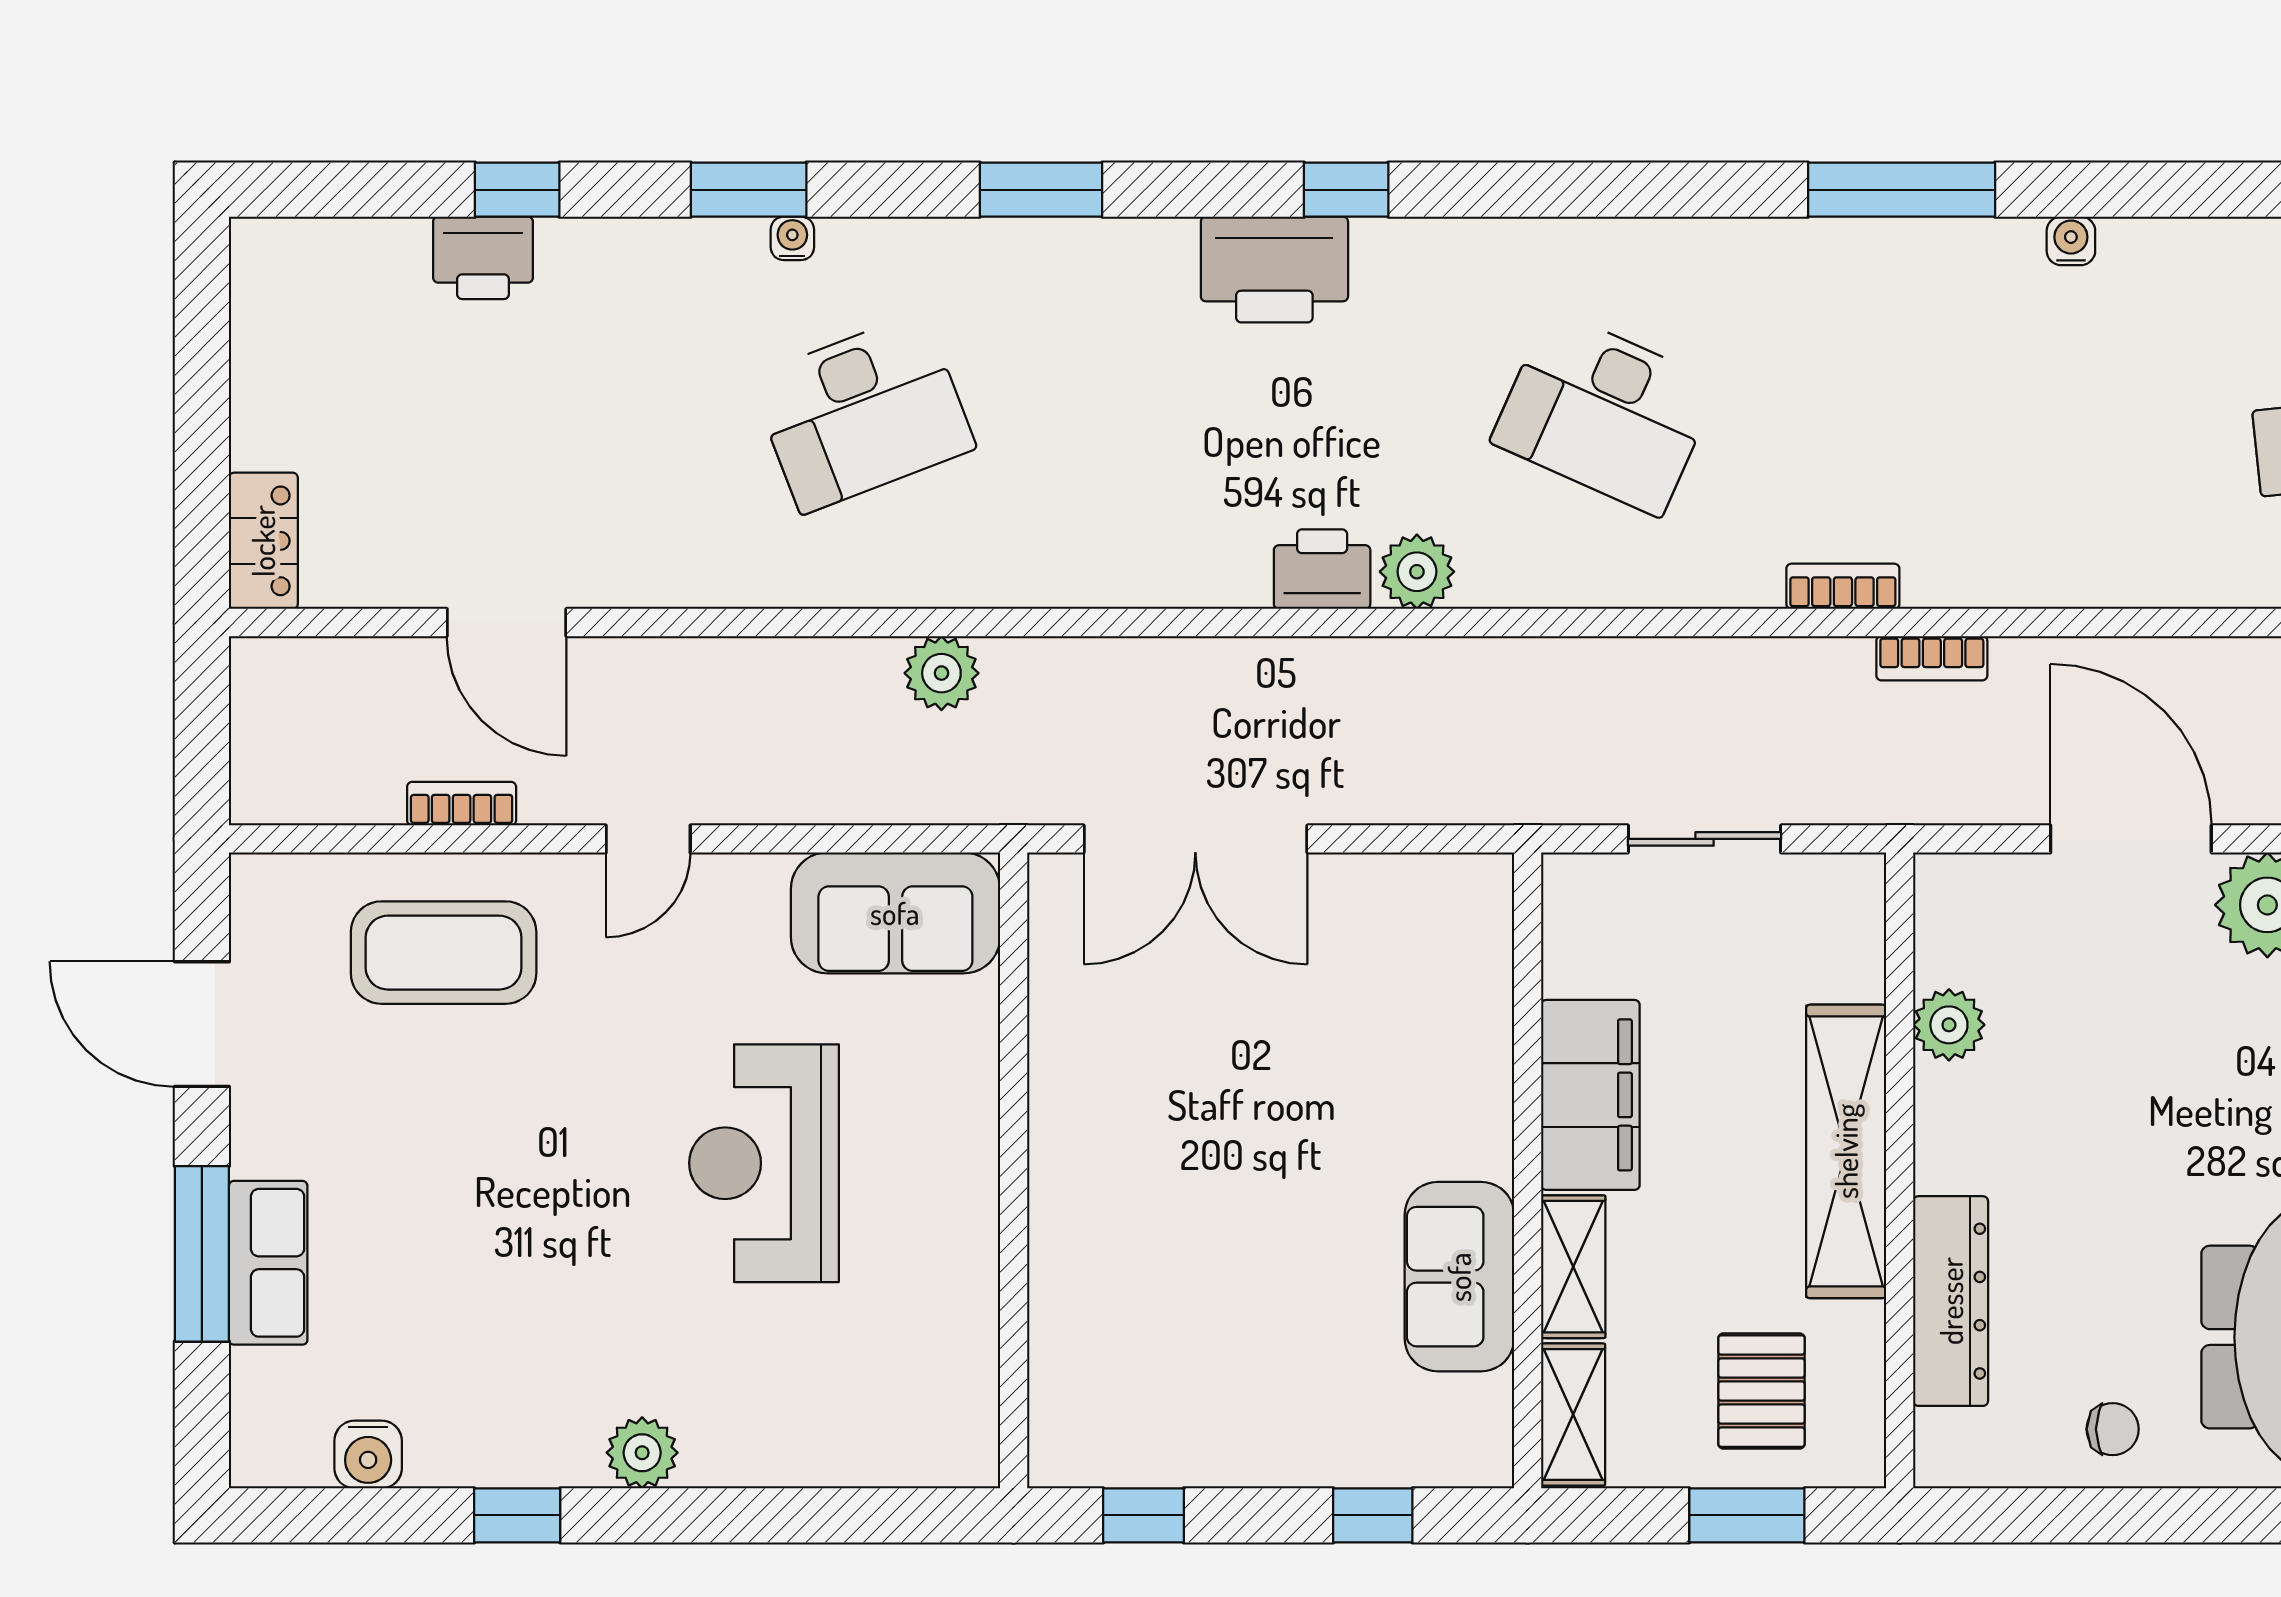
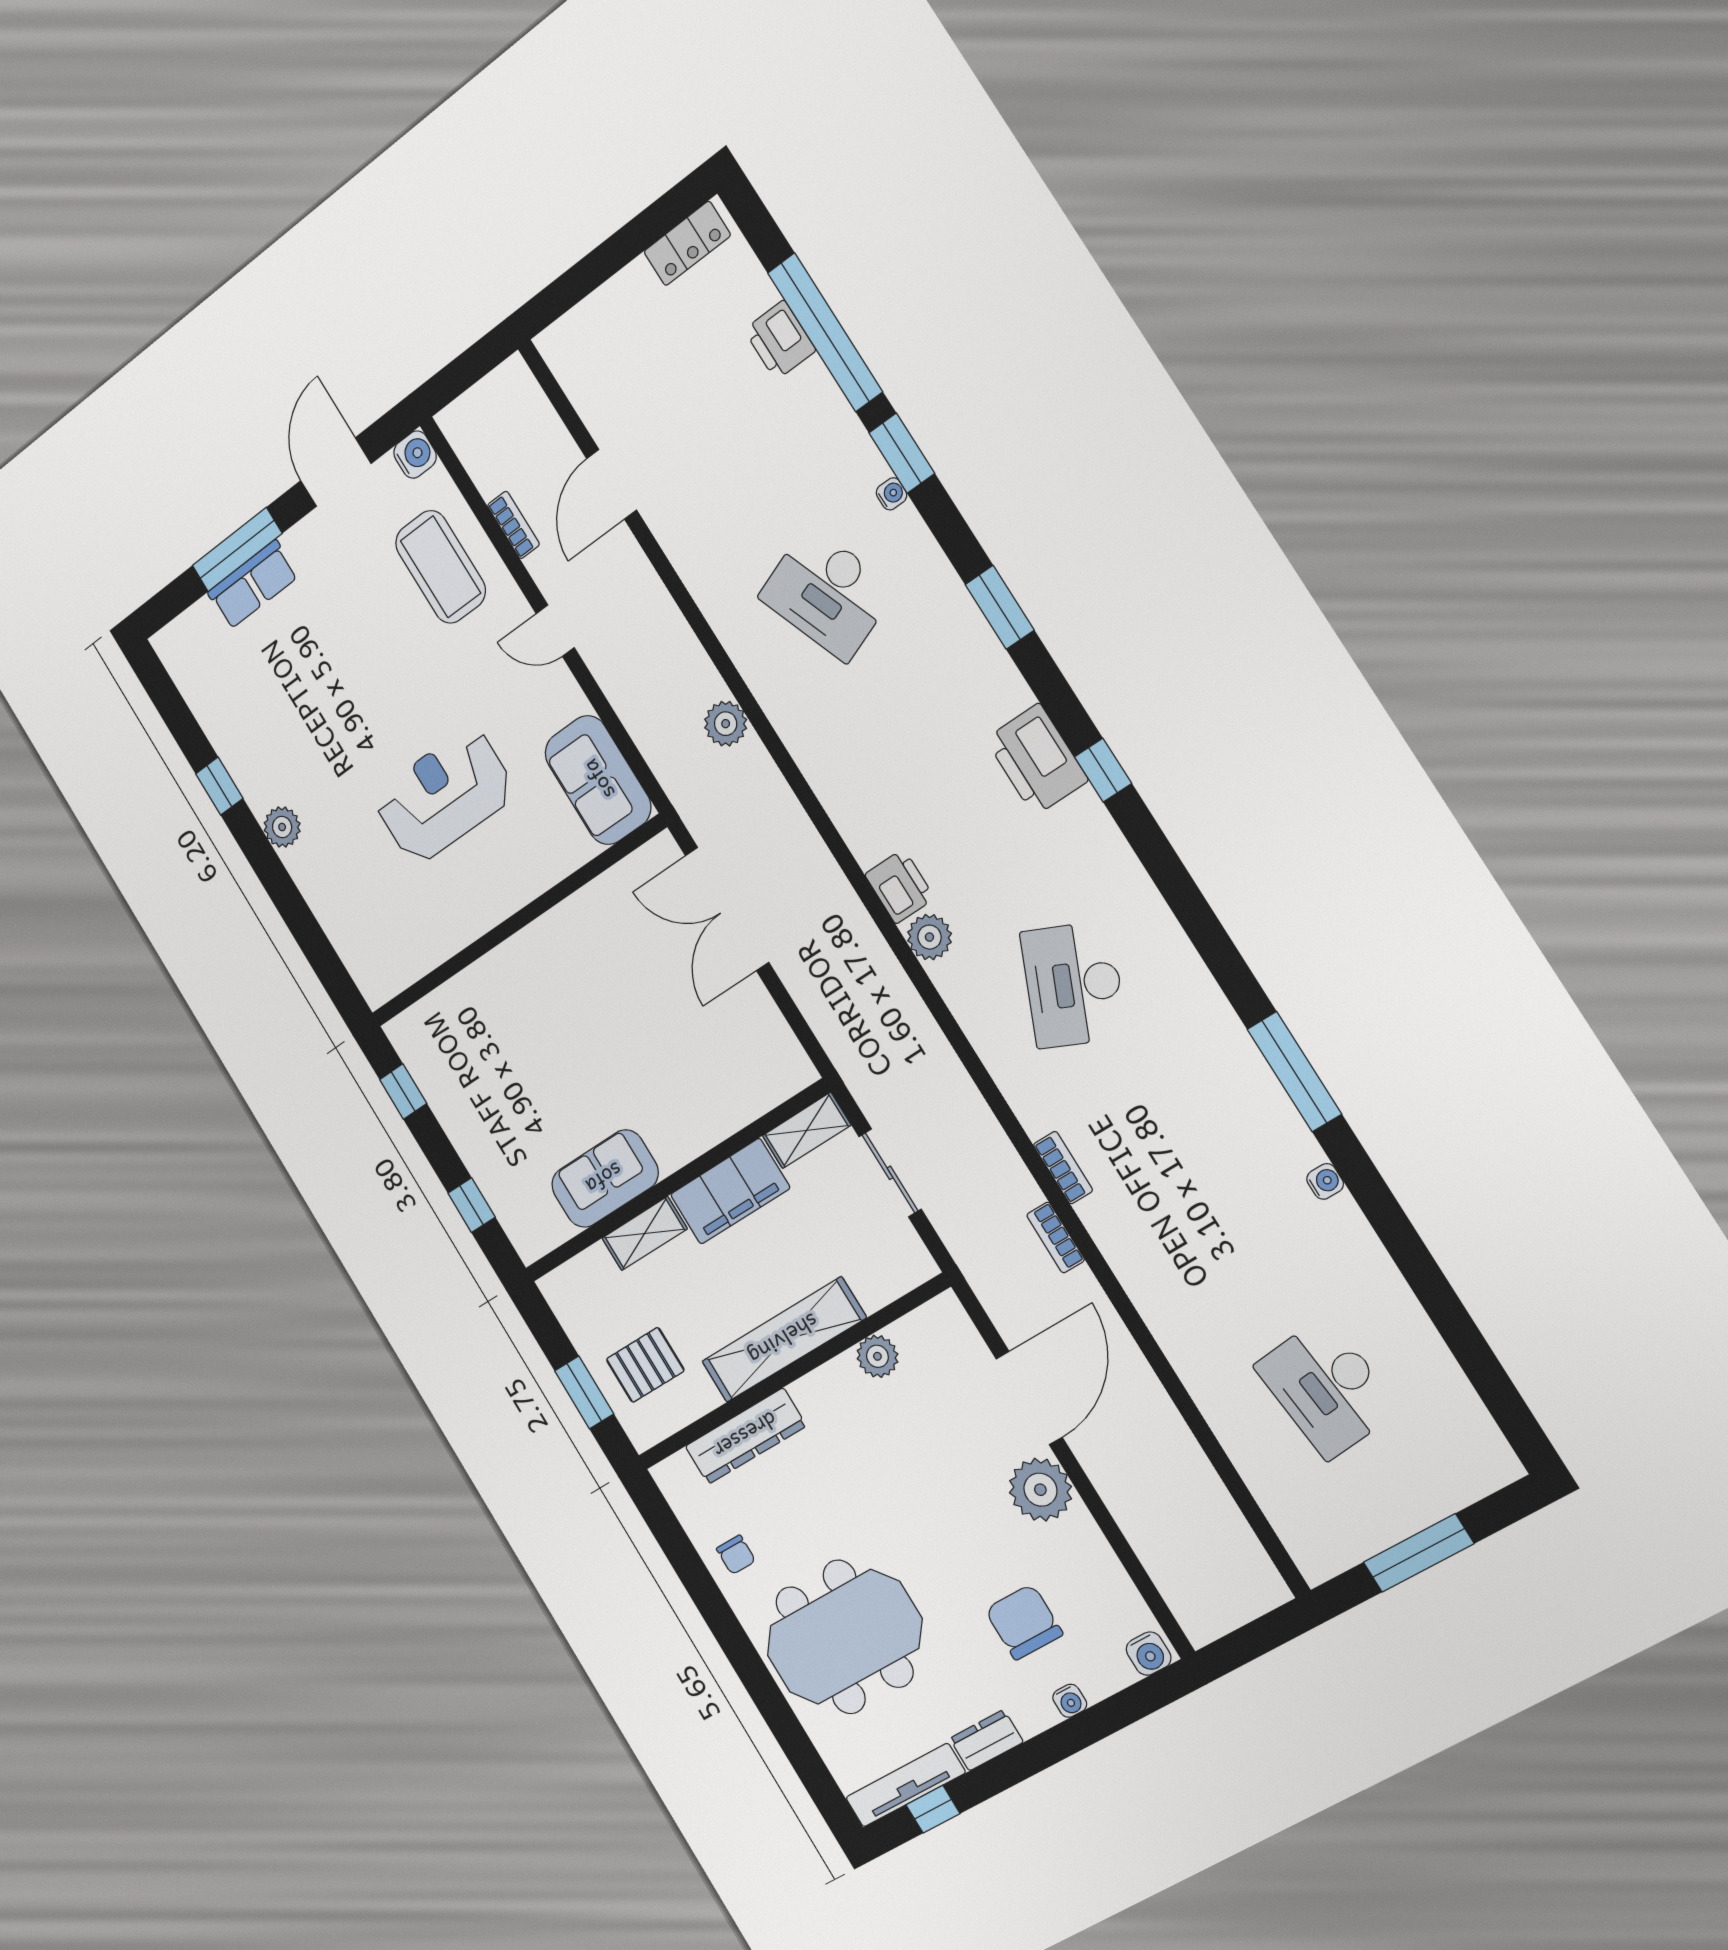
window: (517, 190) -> (825, 332), width x3.17
locker: (263, 541) -> (687, 243), moved
shelving: (1573, 1414) -> (807, 1130), moved
water cooler: (368, 1455) -> (415, 455), moved, turned 180

